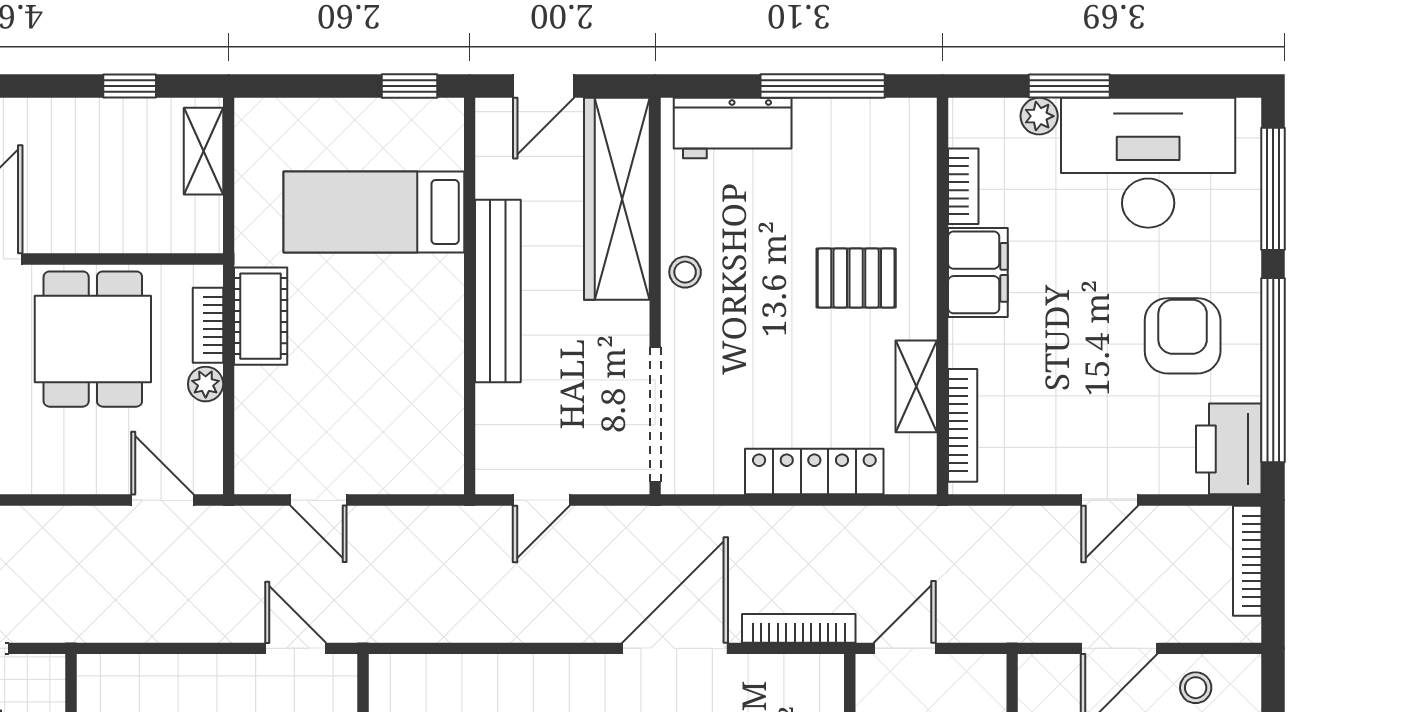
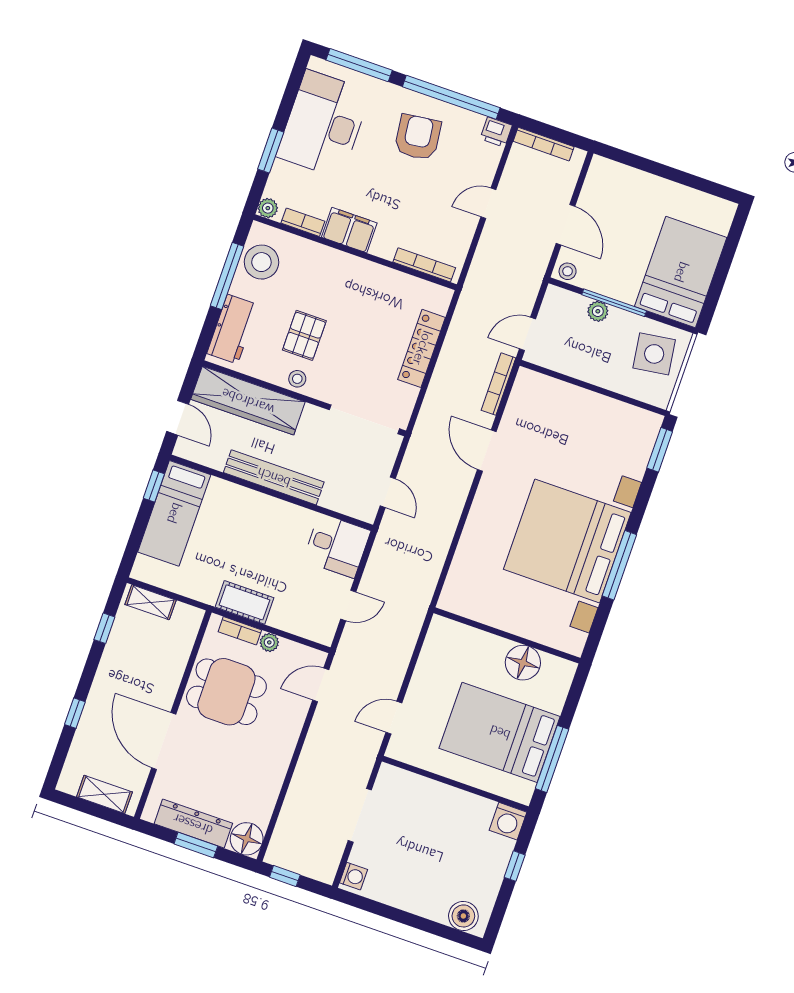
plant: (1039, 116) -> (268, 208), moved
stool: (868, 138) -> (261, 262), added
bed: (374, 212) -> (174, 513), moved
pallet: (856, 278) -> (304, 335), moved
armchair: (1183, 336) -> (418, 137), turned 83
shelving: (916, 386) -> (396, 282), removed
desk: (417, 443) -> (337, 546), added
printer: (1229, 449) -> (496, 132), width x0.53, depth x0.68
door: (1110, 500) -> (488, 203), swing flipped
door: (296, 648) -> (394, 718), moved
door: (675, 648) -> (487, 451), width x0.73
door: (905, 648) -> (527, 334), hinge flipped
stool: (1196, 688) -> (568, 271), moved

